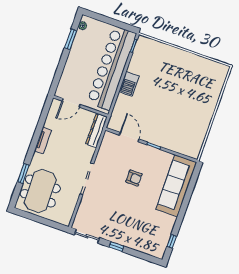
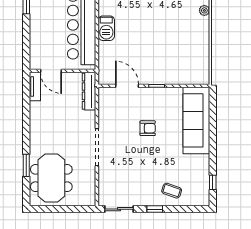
plant: (215, 98) -> (204, 10), added
door: (71, 103) -> (51, 71), hinge flipped
tv unit: (43, 140) -> (35, 86), moved
coffee table: (136, 236) -> (172, 191), added

